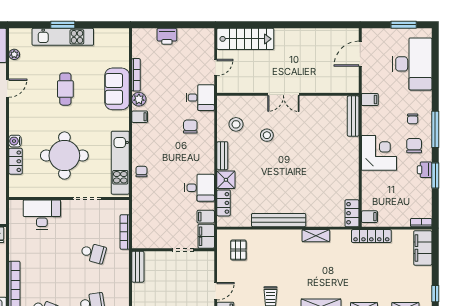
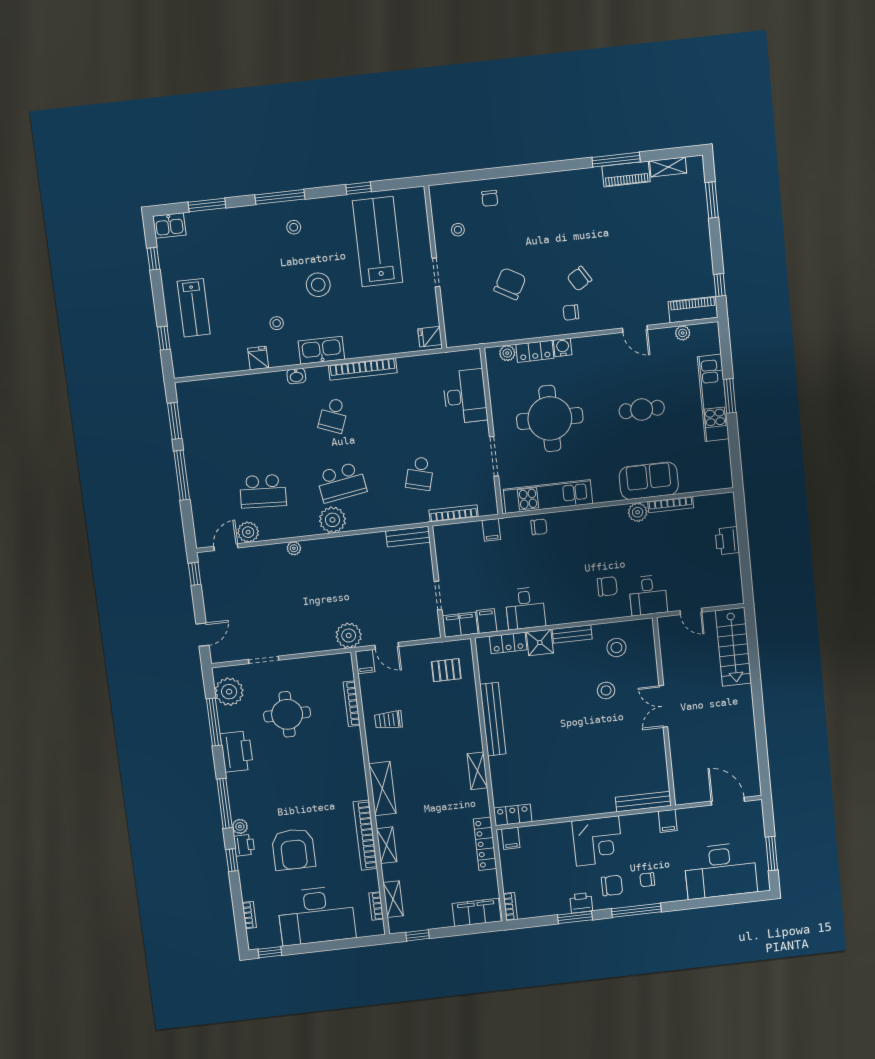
filing cabinet: (140, 117) -> (491, 530), moved
plant: (15, 181) -> (507, 353), added

